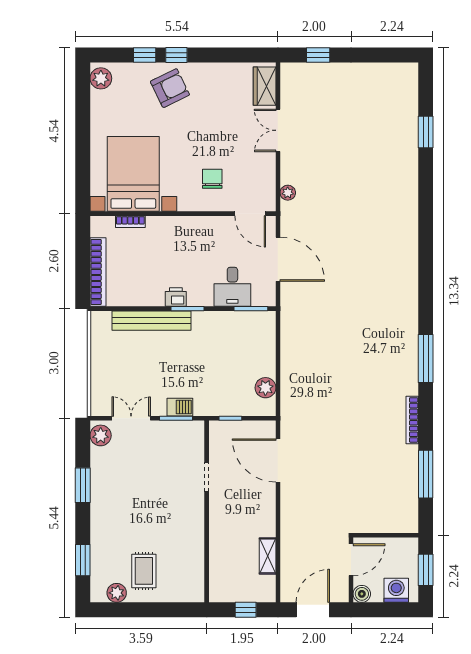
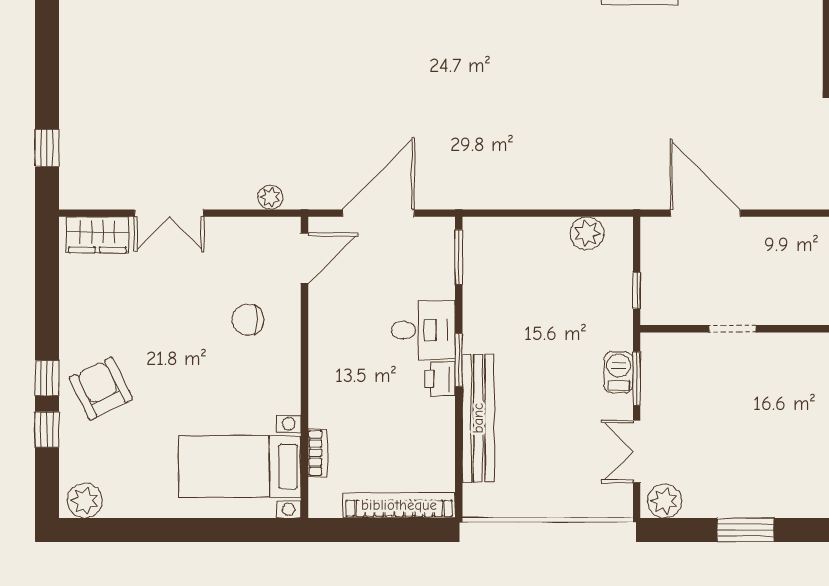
bed with nightstands: (133, 174) -> (240, 466), width x0.73
desk: (232, 287) -> (423, 330), moved
door: (278, 460) -> (705, 213), swing flipped

